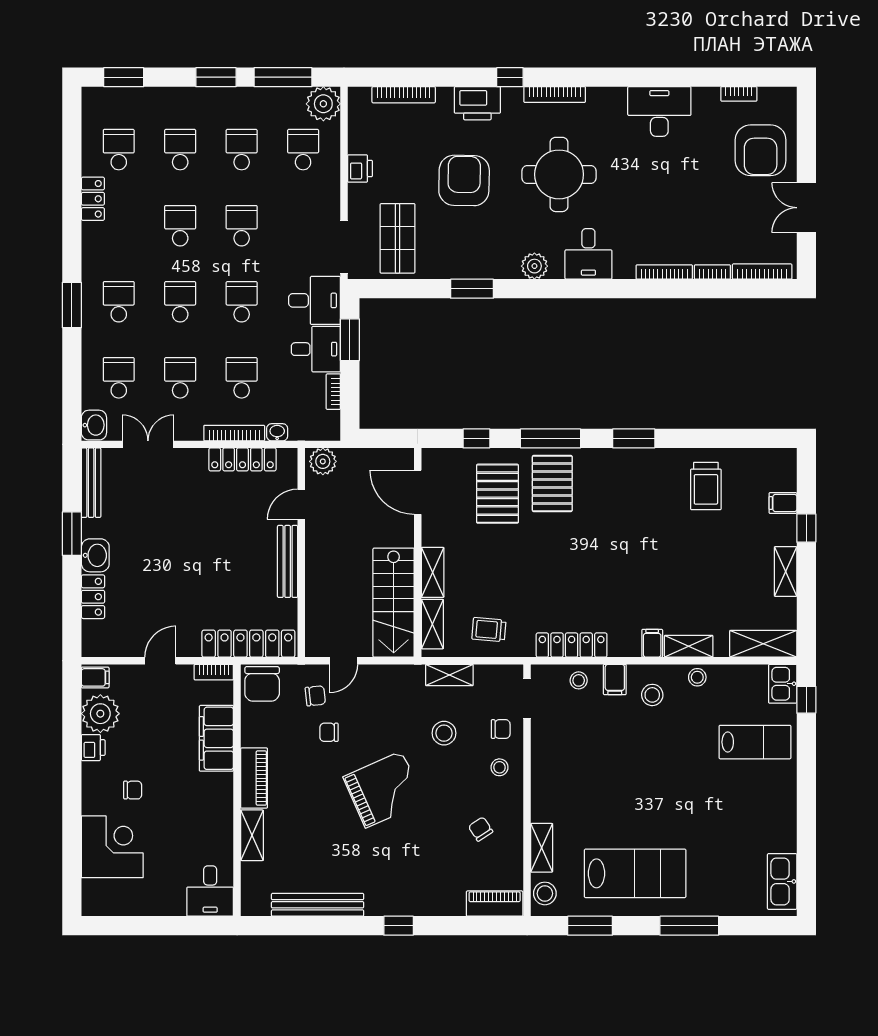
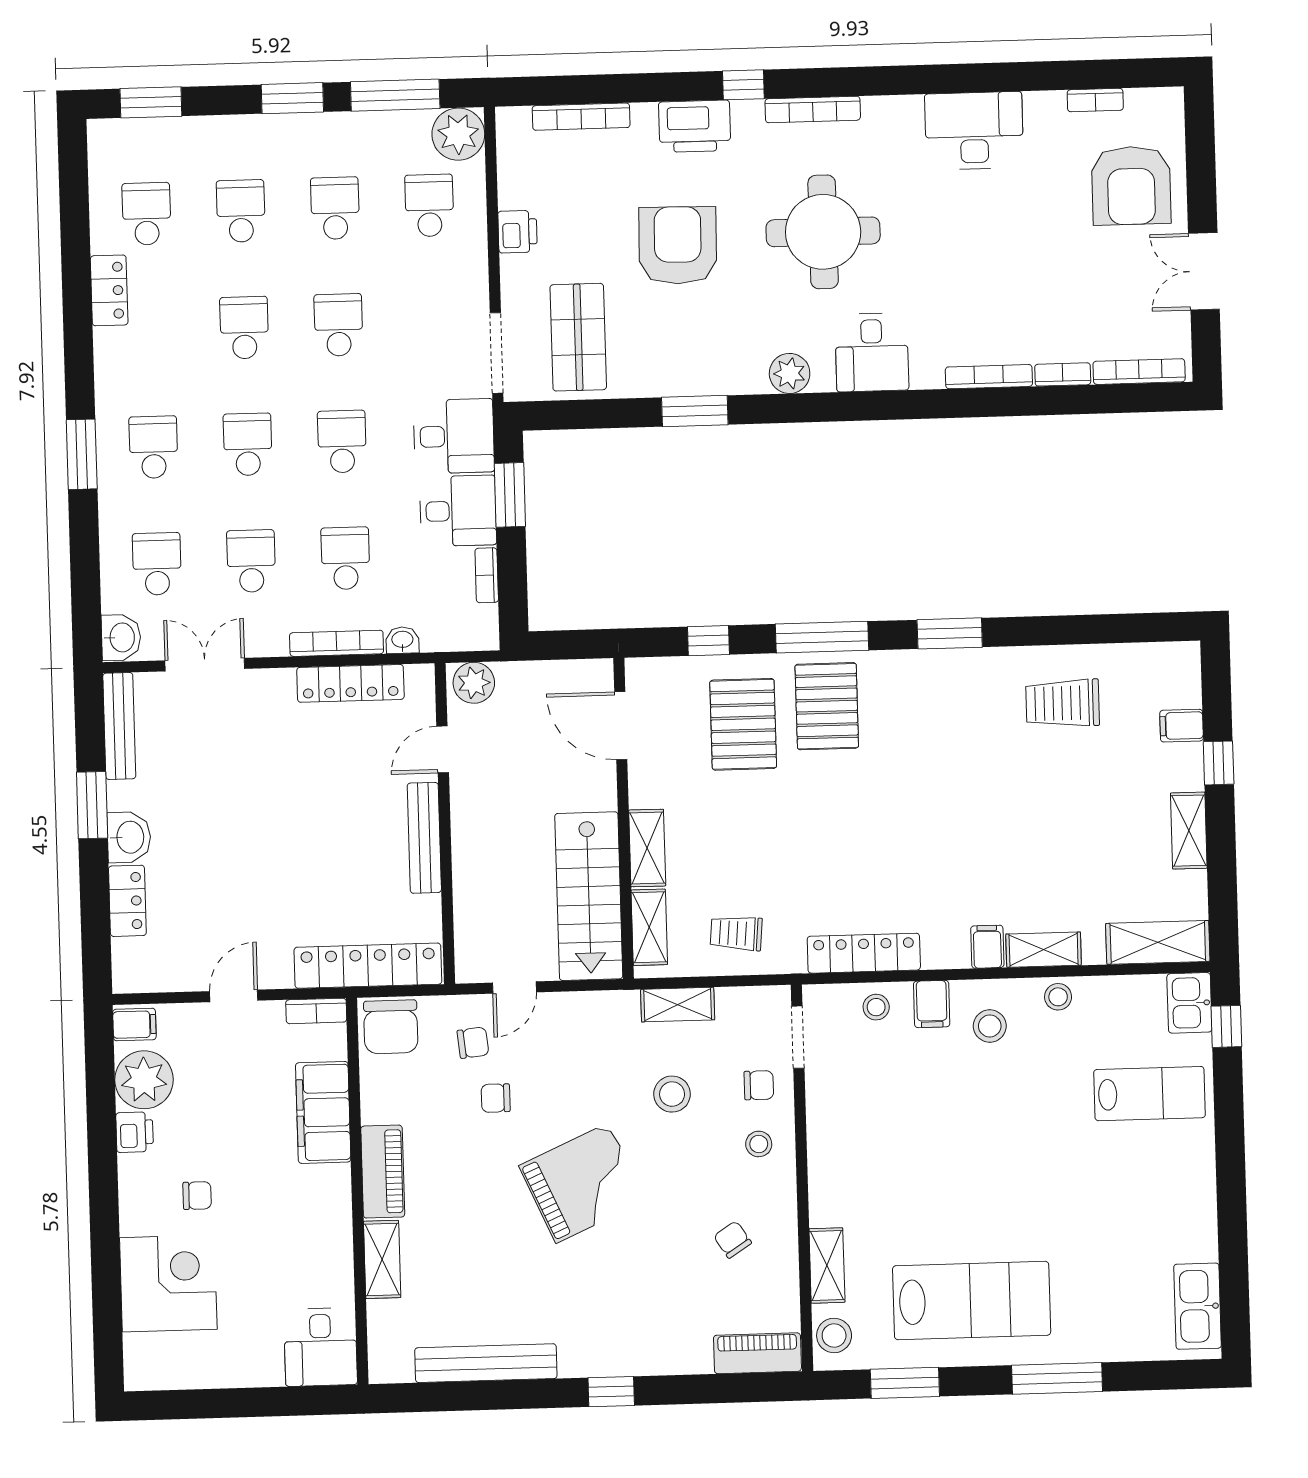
trolley: (706, 486) -> (1063, 703), turned 90

